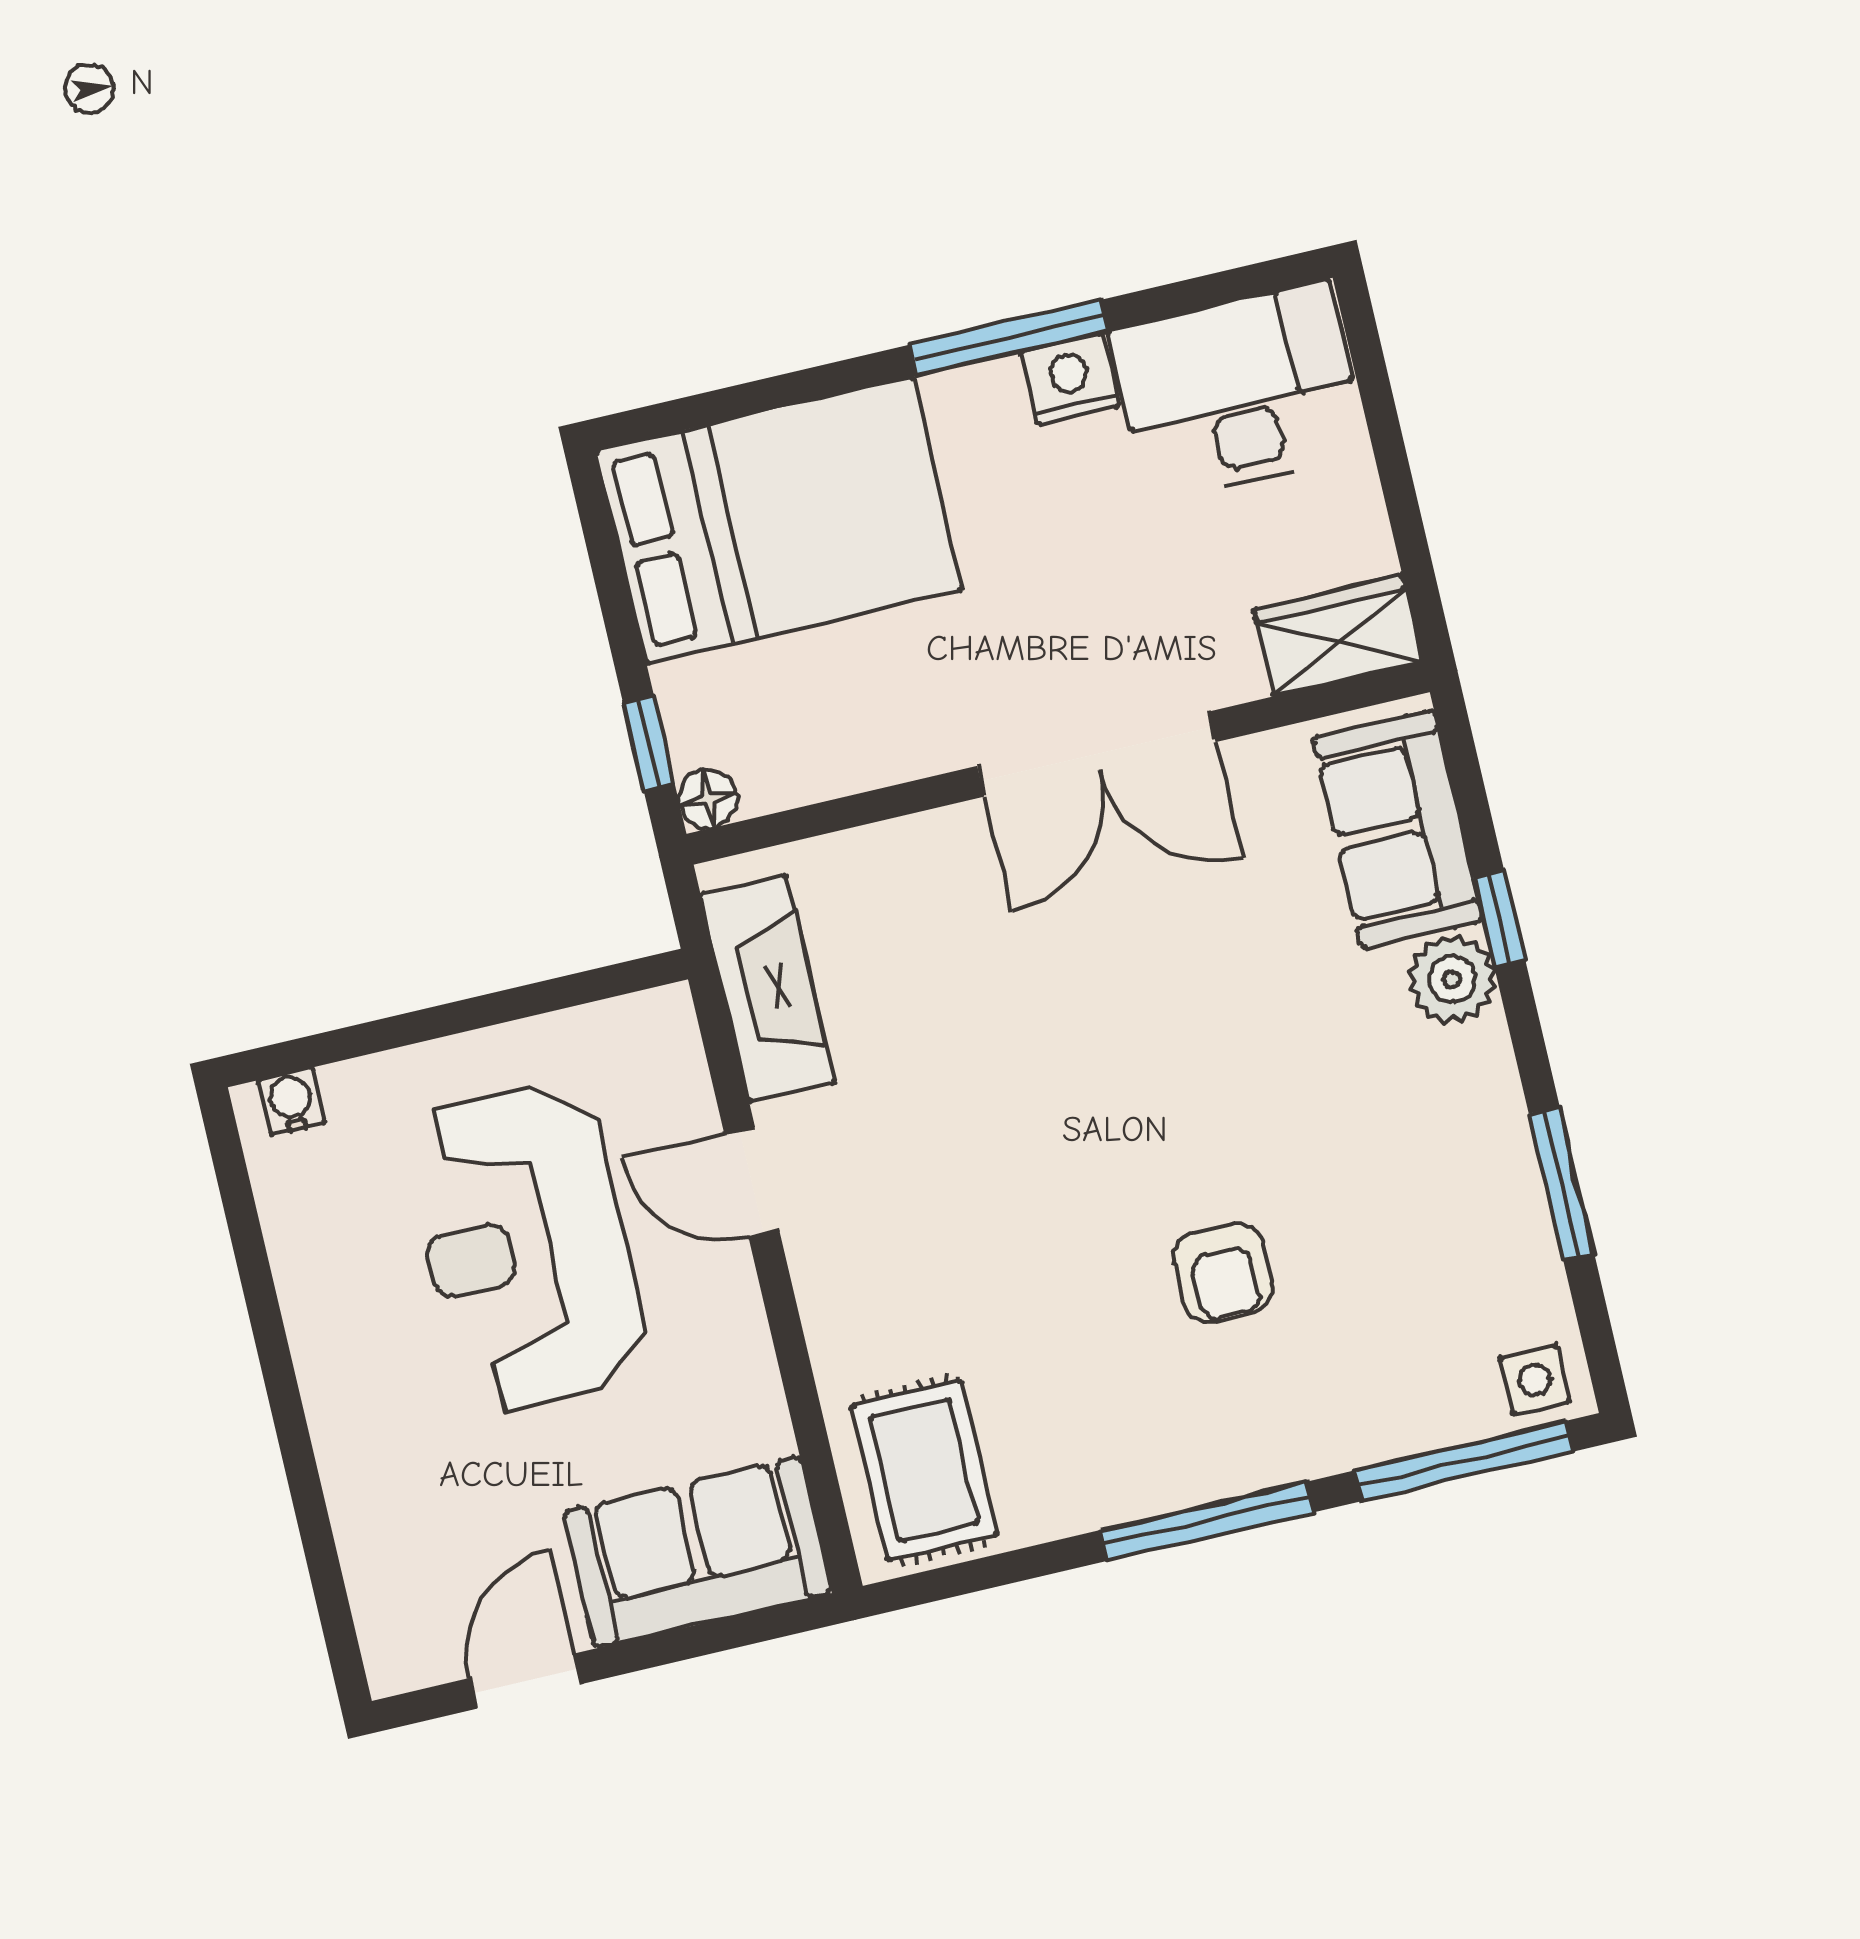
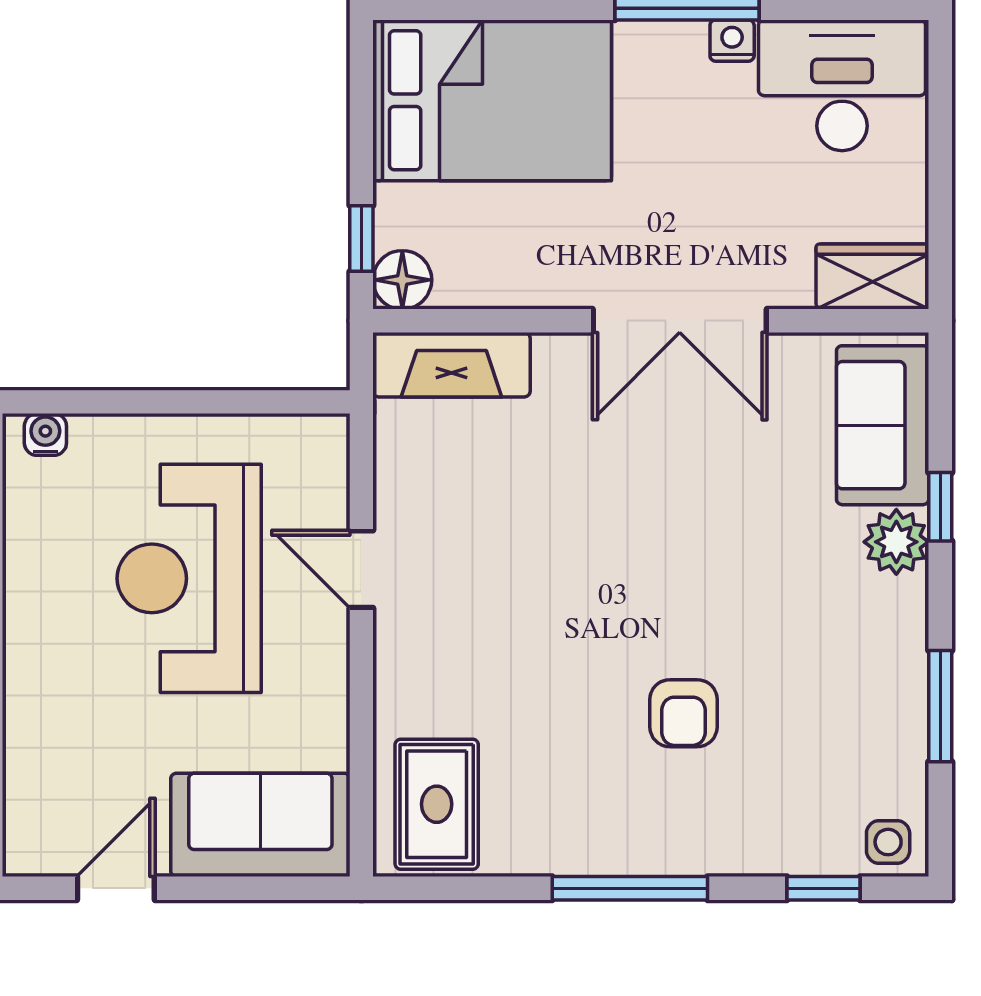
nightstand: (1070, 379) -> (732, 41), width x0.72, depth x0.74
floor lamp: (708, 799) -> (402, 280), width x1.37, depth x1.37
fireplace: (768, 988) -> (451, 365), moved, turned 90
window: (1463, 1461) -> (824, 888), width x0.46

